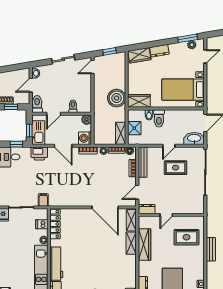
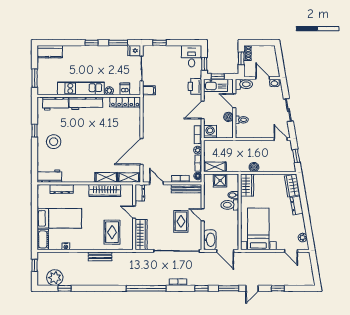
window: (188, 38) -> (309, 233), removed
boiler: (117, 98) -> (254, 167), width x0.54, depth x0.54
boiler: (87, 120) -> (229, 117), moved
wardrobe: (189, 208) -> (141, 235), added

